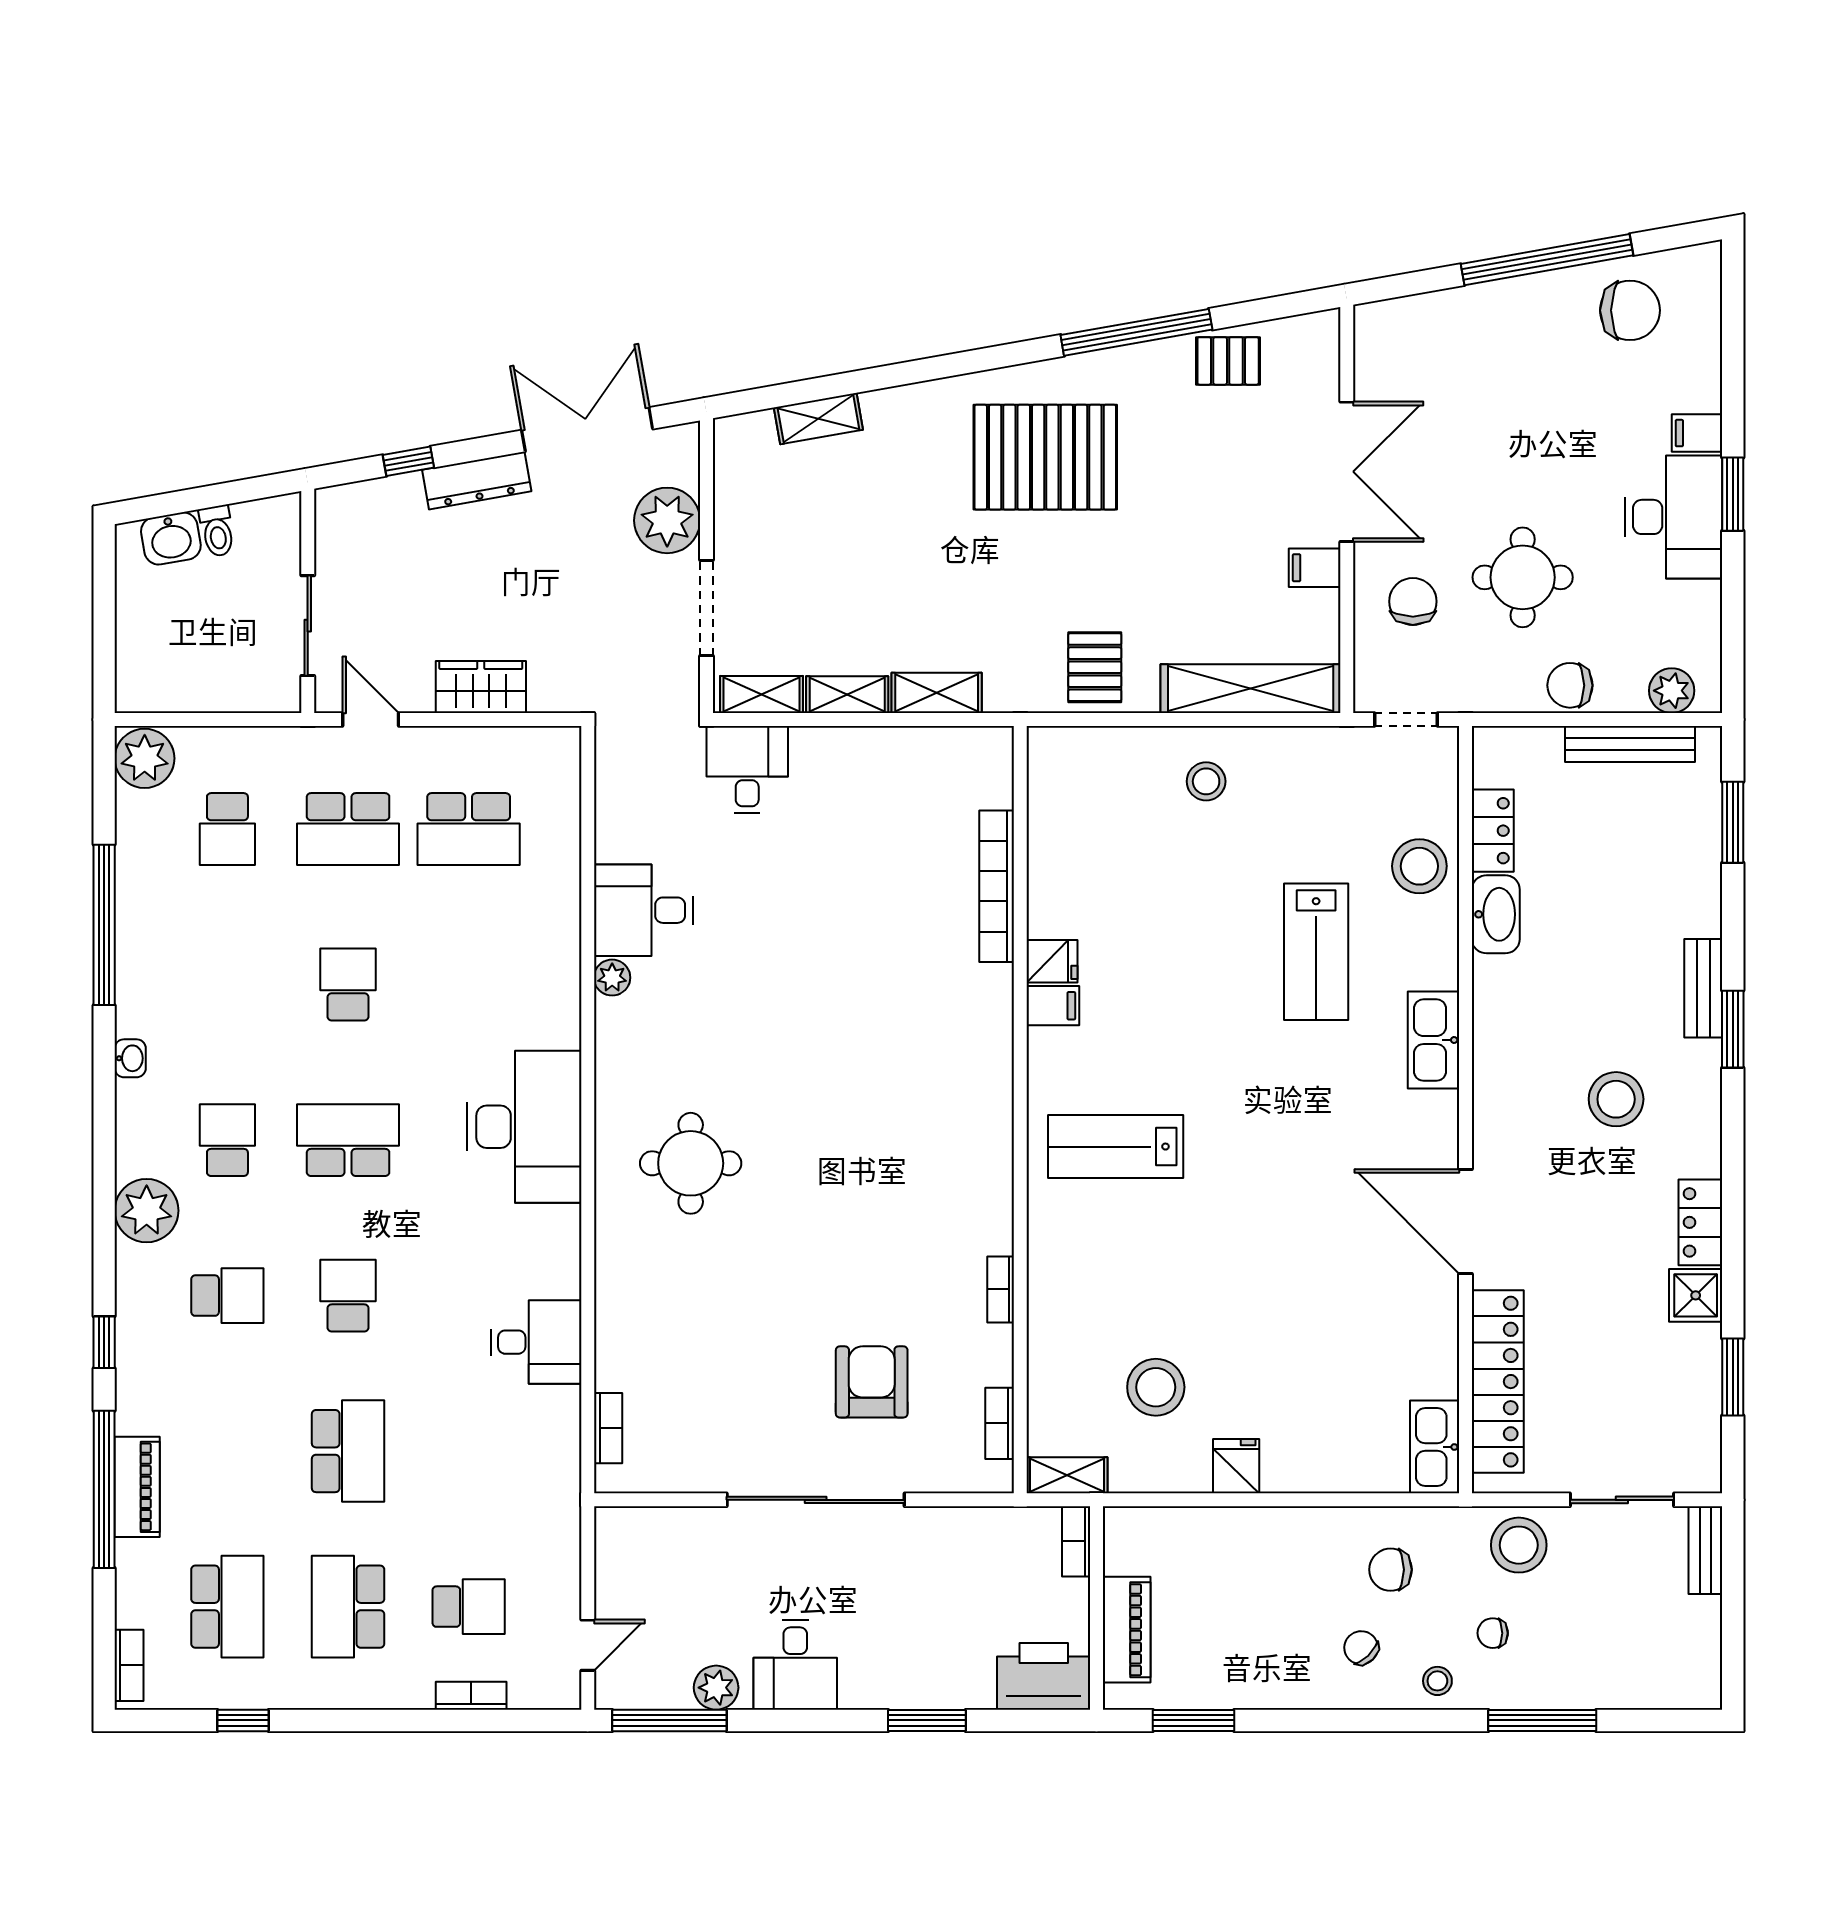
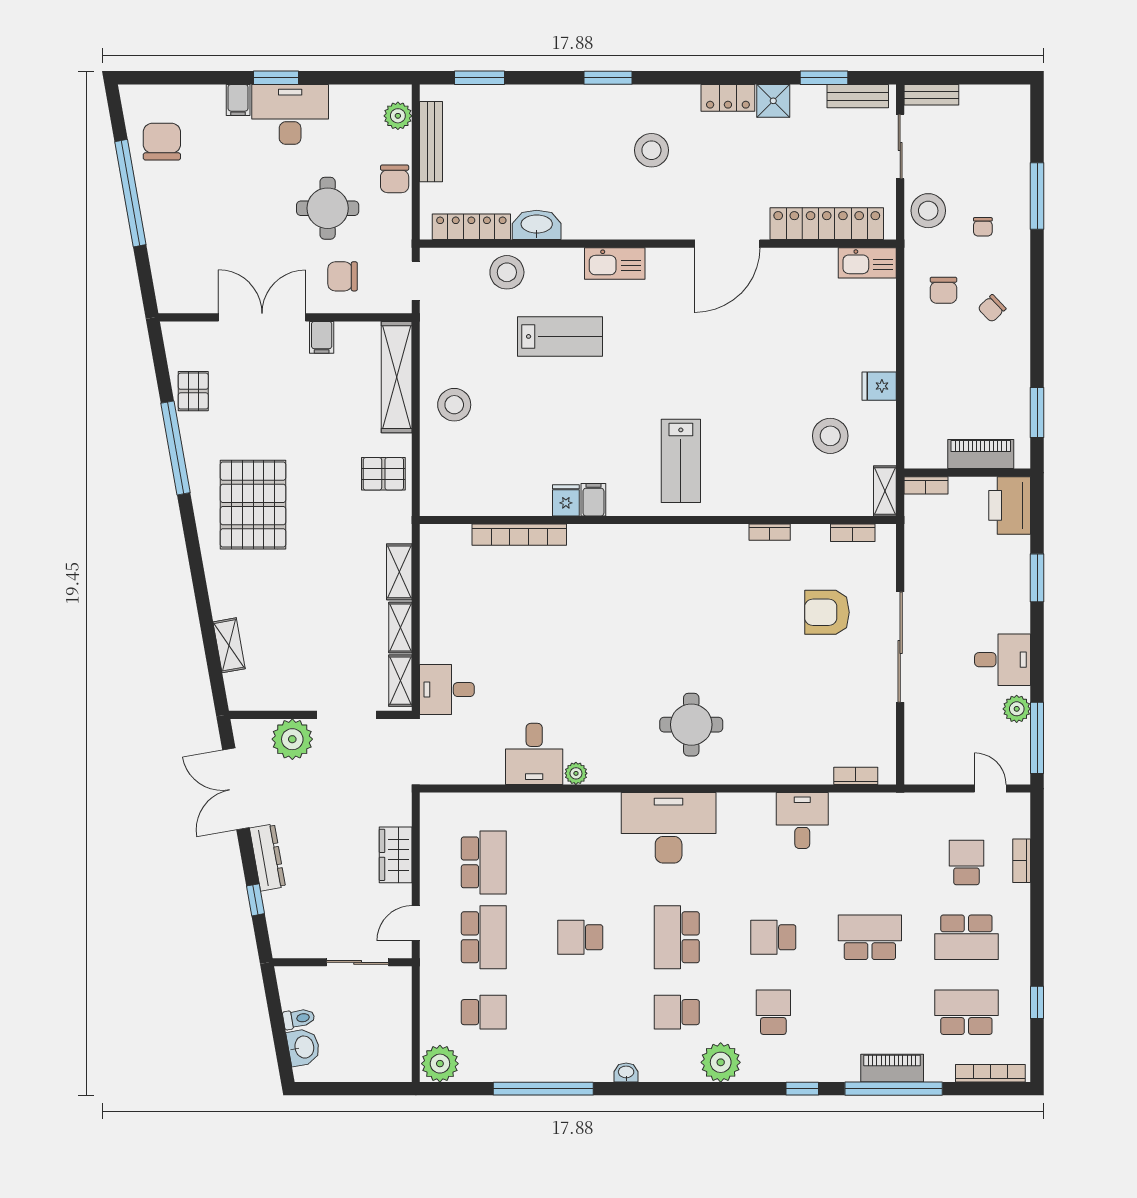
stool: (1206, 781) -> (454, 405), width x1.38, depth x1.38
locker: (1493, 831) -> (471, 227), width x1.53
bench: (1703, 988) -> (858, 96), moved
bookcase: (129, 1665) -> (990, 1073), width x1.56
stool: (1437, 1681) -> (1013, 261), removed

